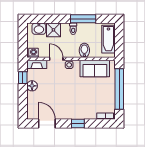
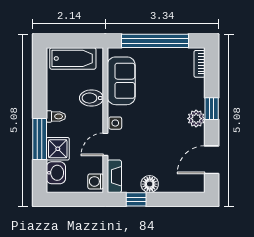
window: (83, 19) -> (40, 139), moved
plant: (72, 114) -> (196, 119), added

